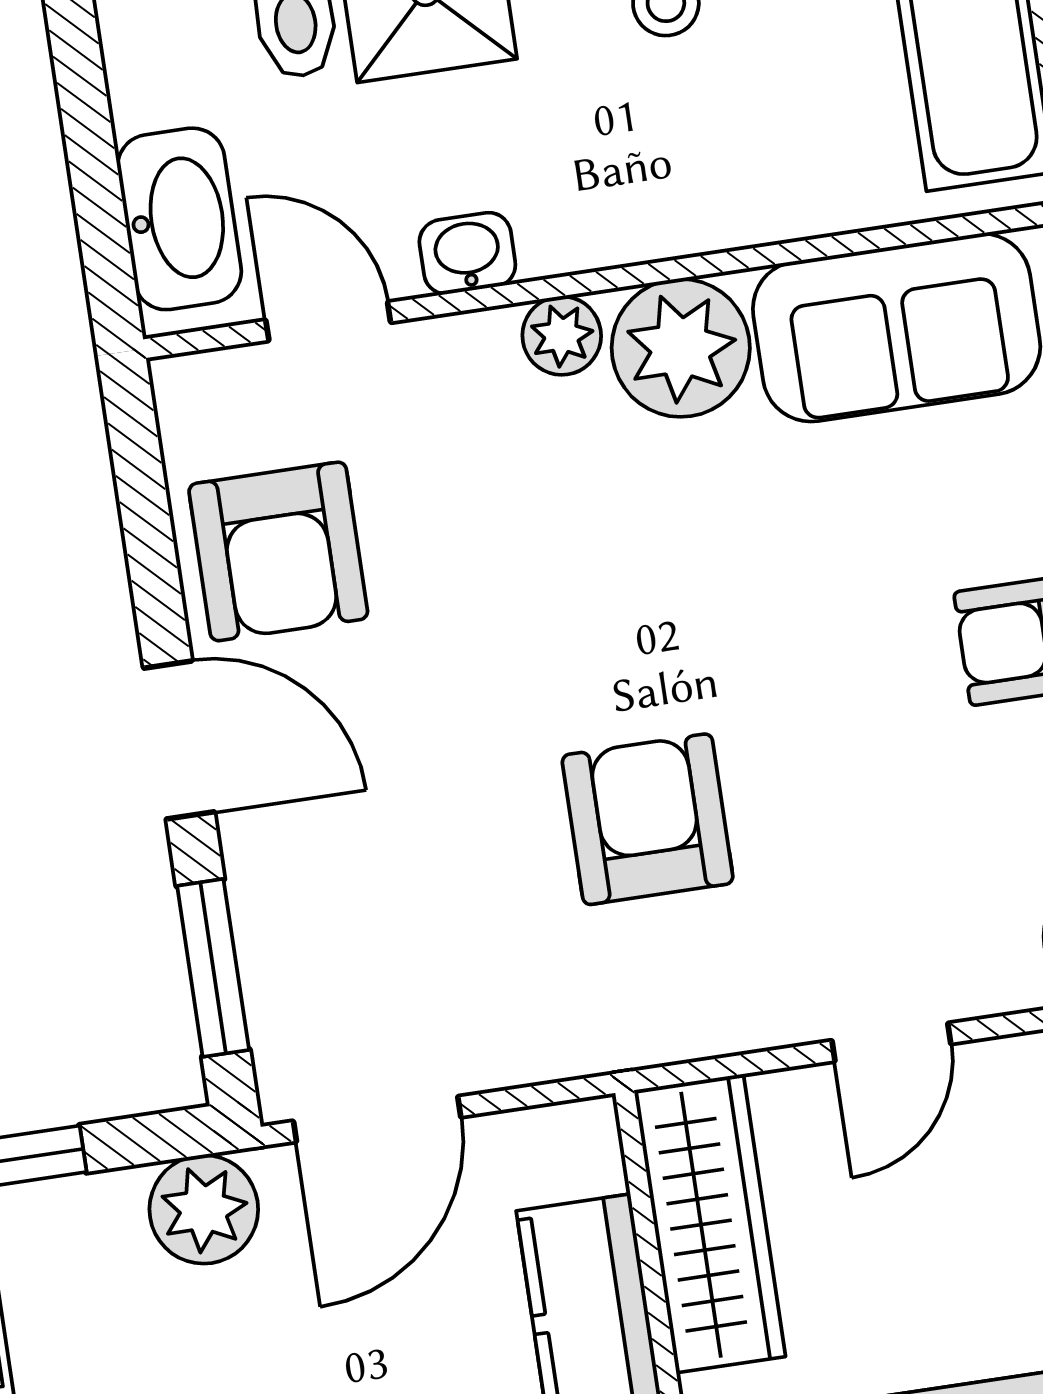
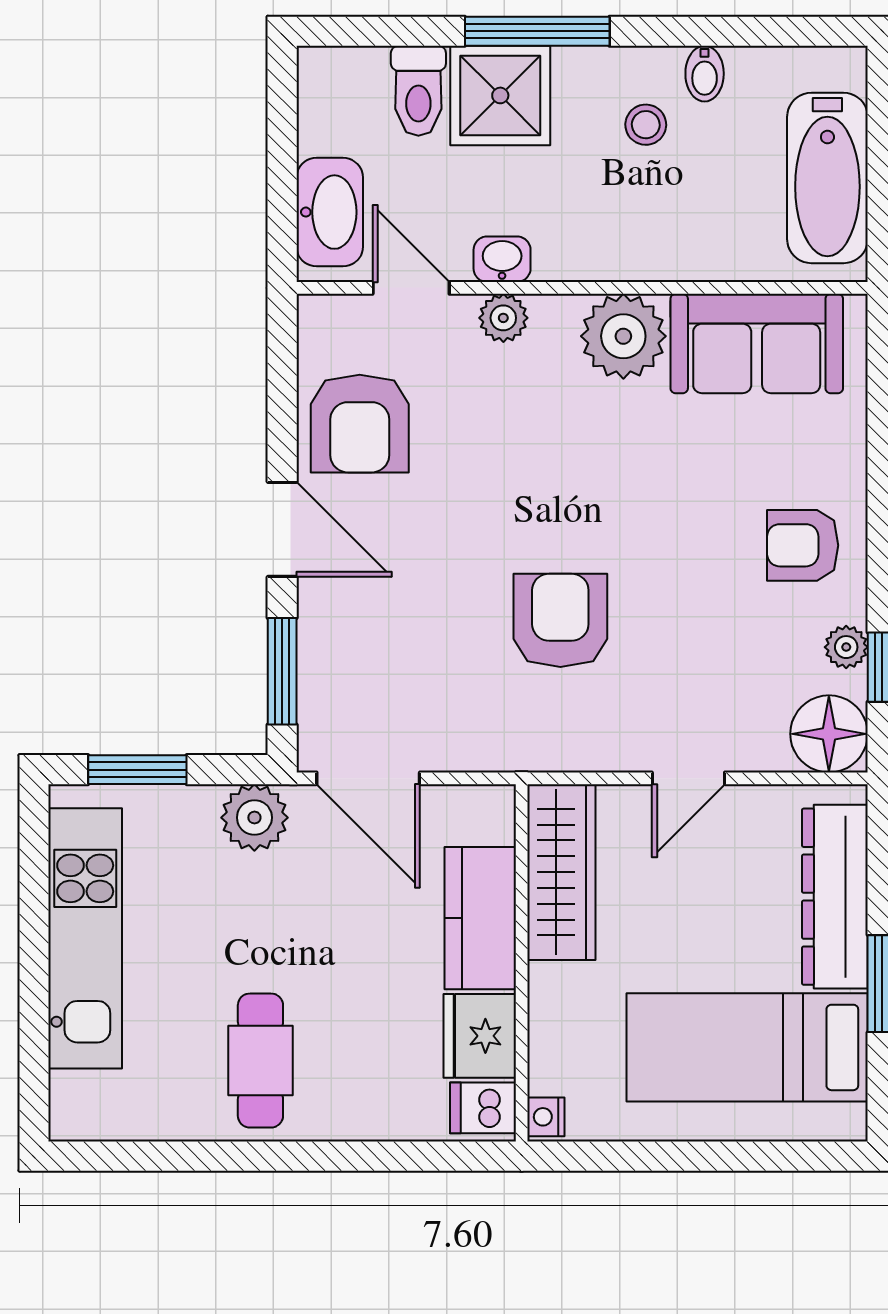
plant: (562, 336) -> (503, 318), moved
door: (377, 1119) -> (368, 778), hinge flipped

